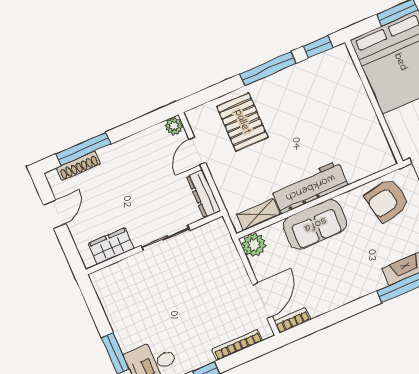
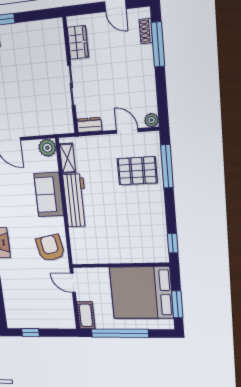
window: (268, 69) -> (167, 166), moved
shoe rack: (78, 166) -> (146, 31), width x0.70
dresser: (203, 194) -> (89, 125), width x0.70

